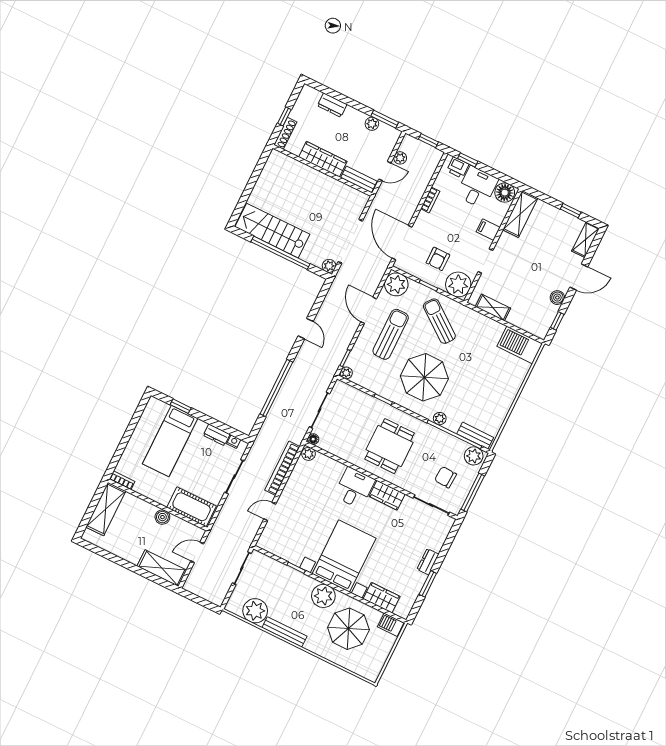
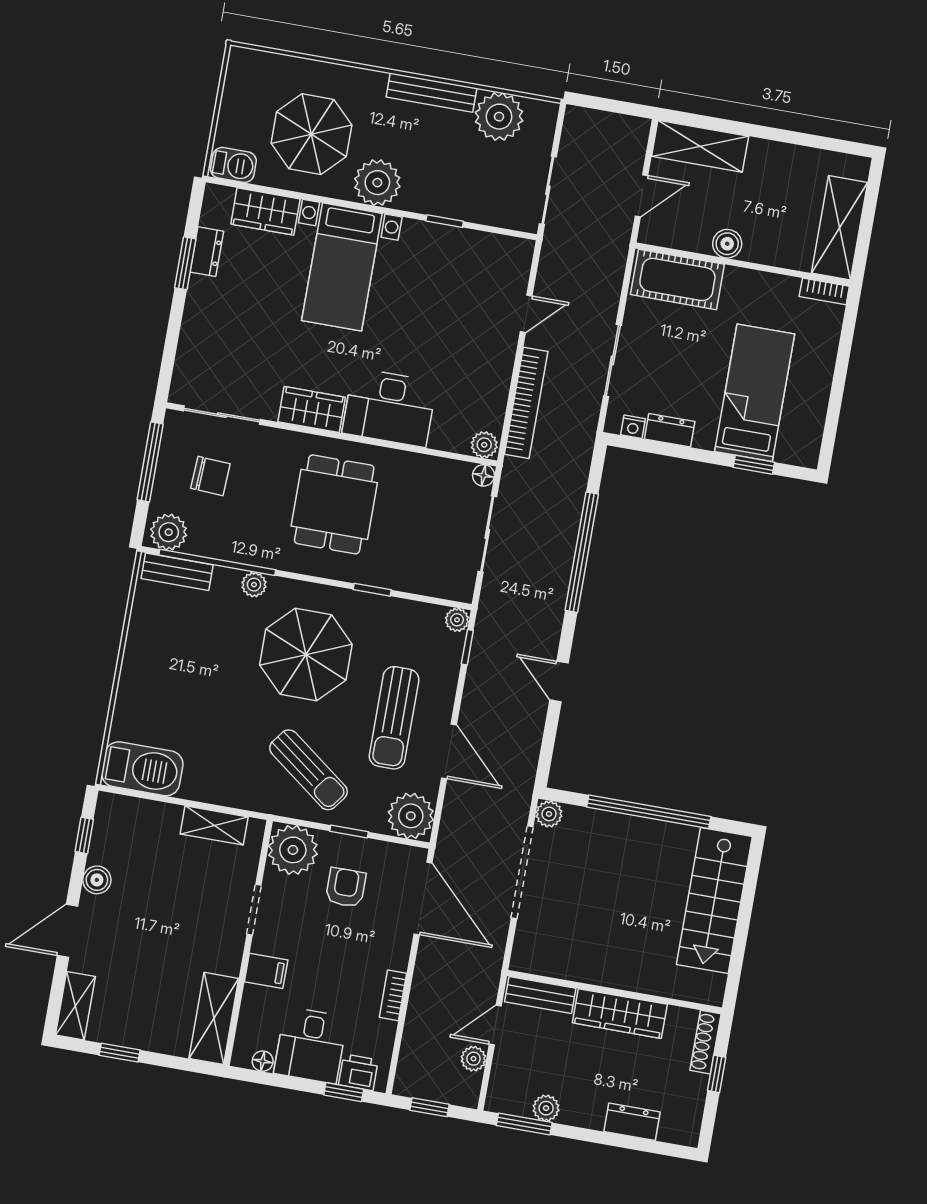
floor lamp: (505, 193) -> (263, 1061), width x0.53, depth x0.53
stairs: (272, 231) -> (714, 900), moved, turned 90
desk: (354, 488) -> (389, 407), width x1.37
bed with nightstands: (344, 556) -> (342, 267), width x0.73
dresser: (428, 562) -> (207, 252), moved

